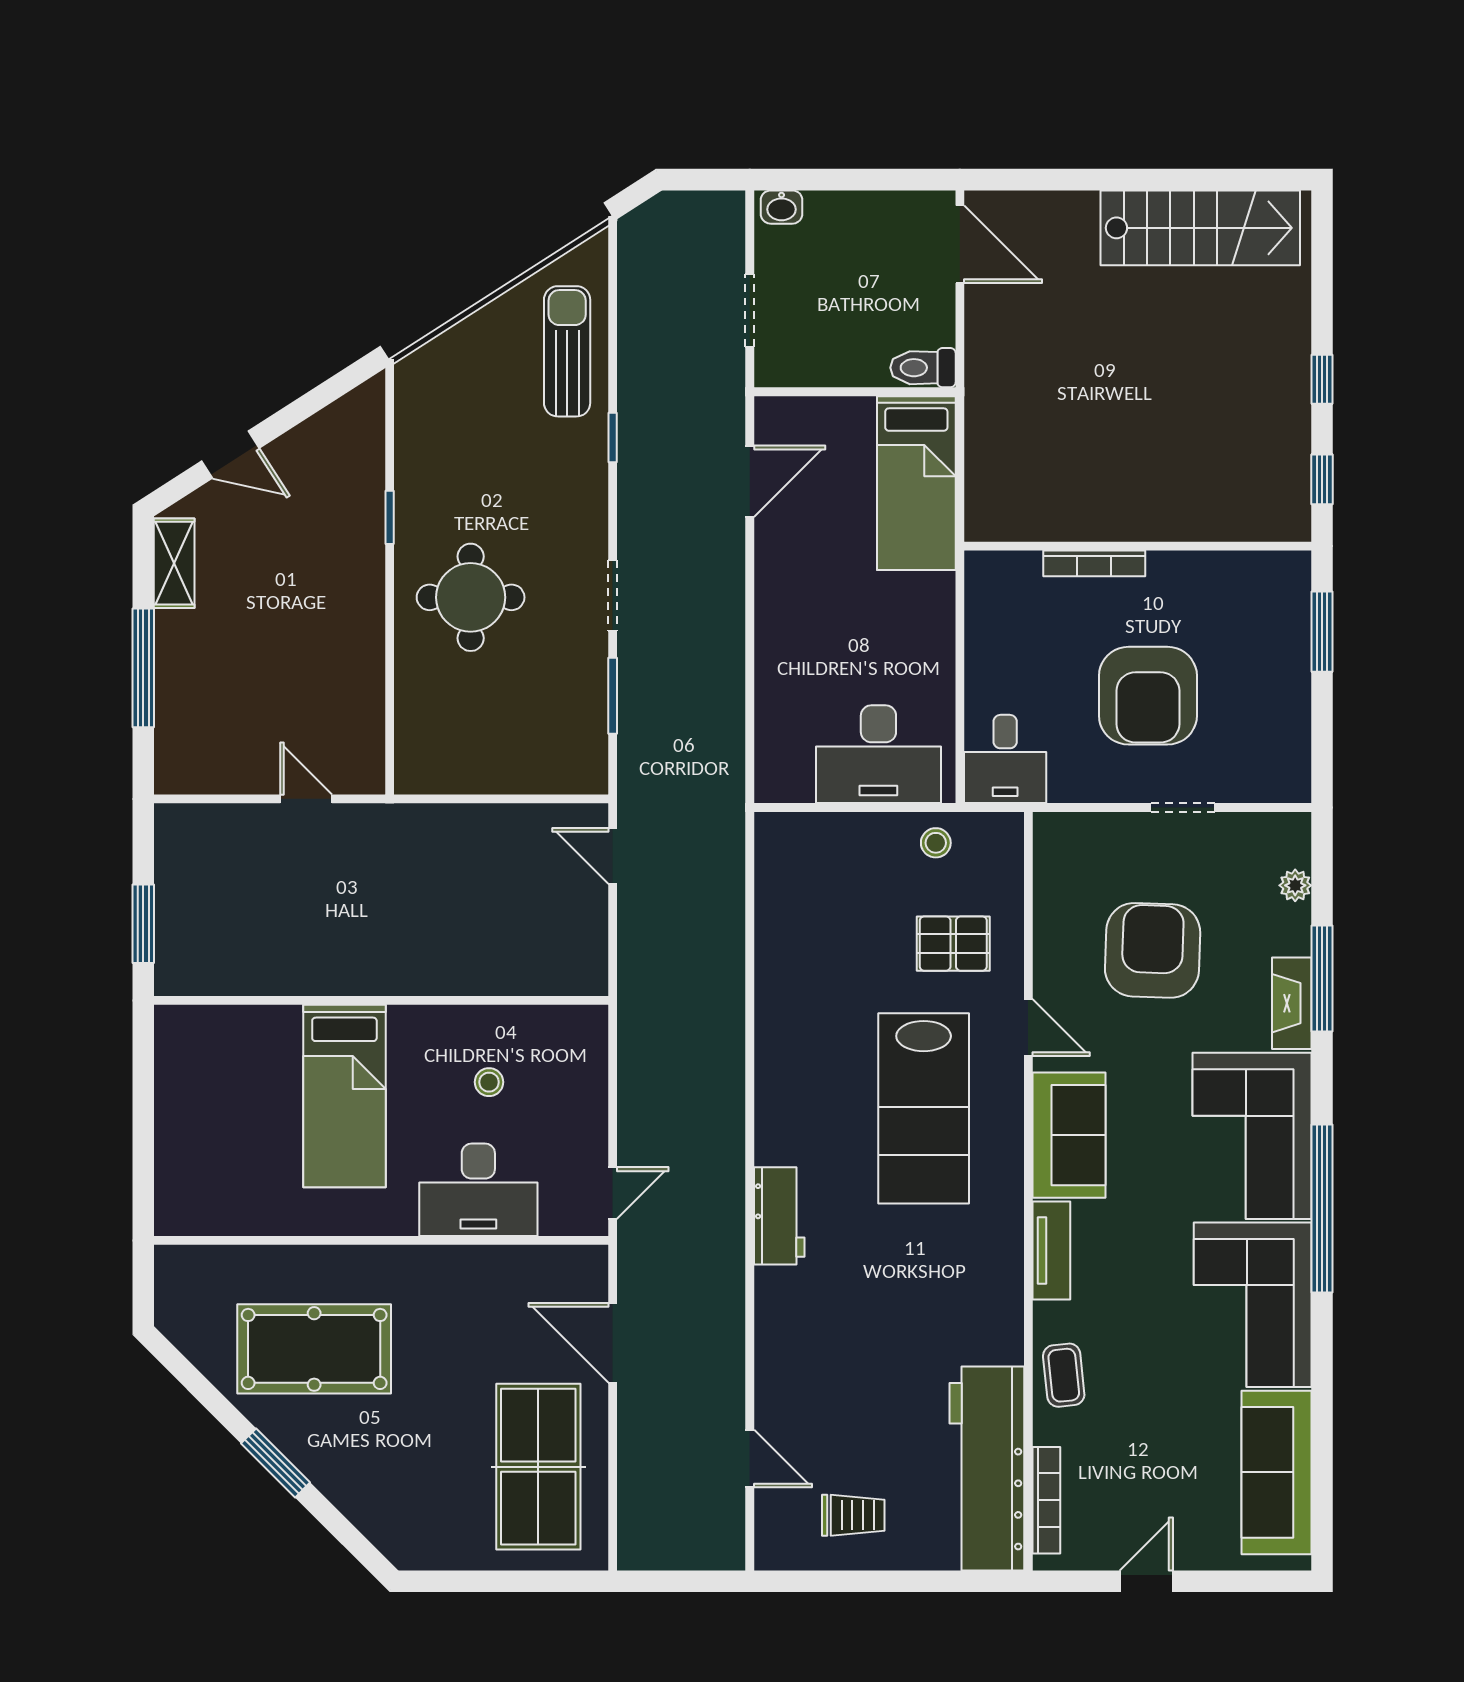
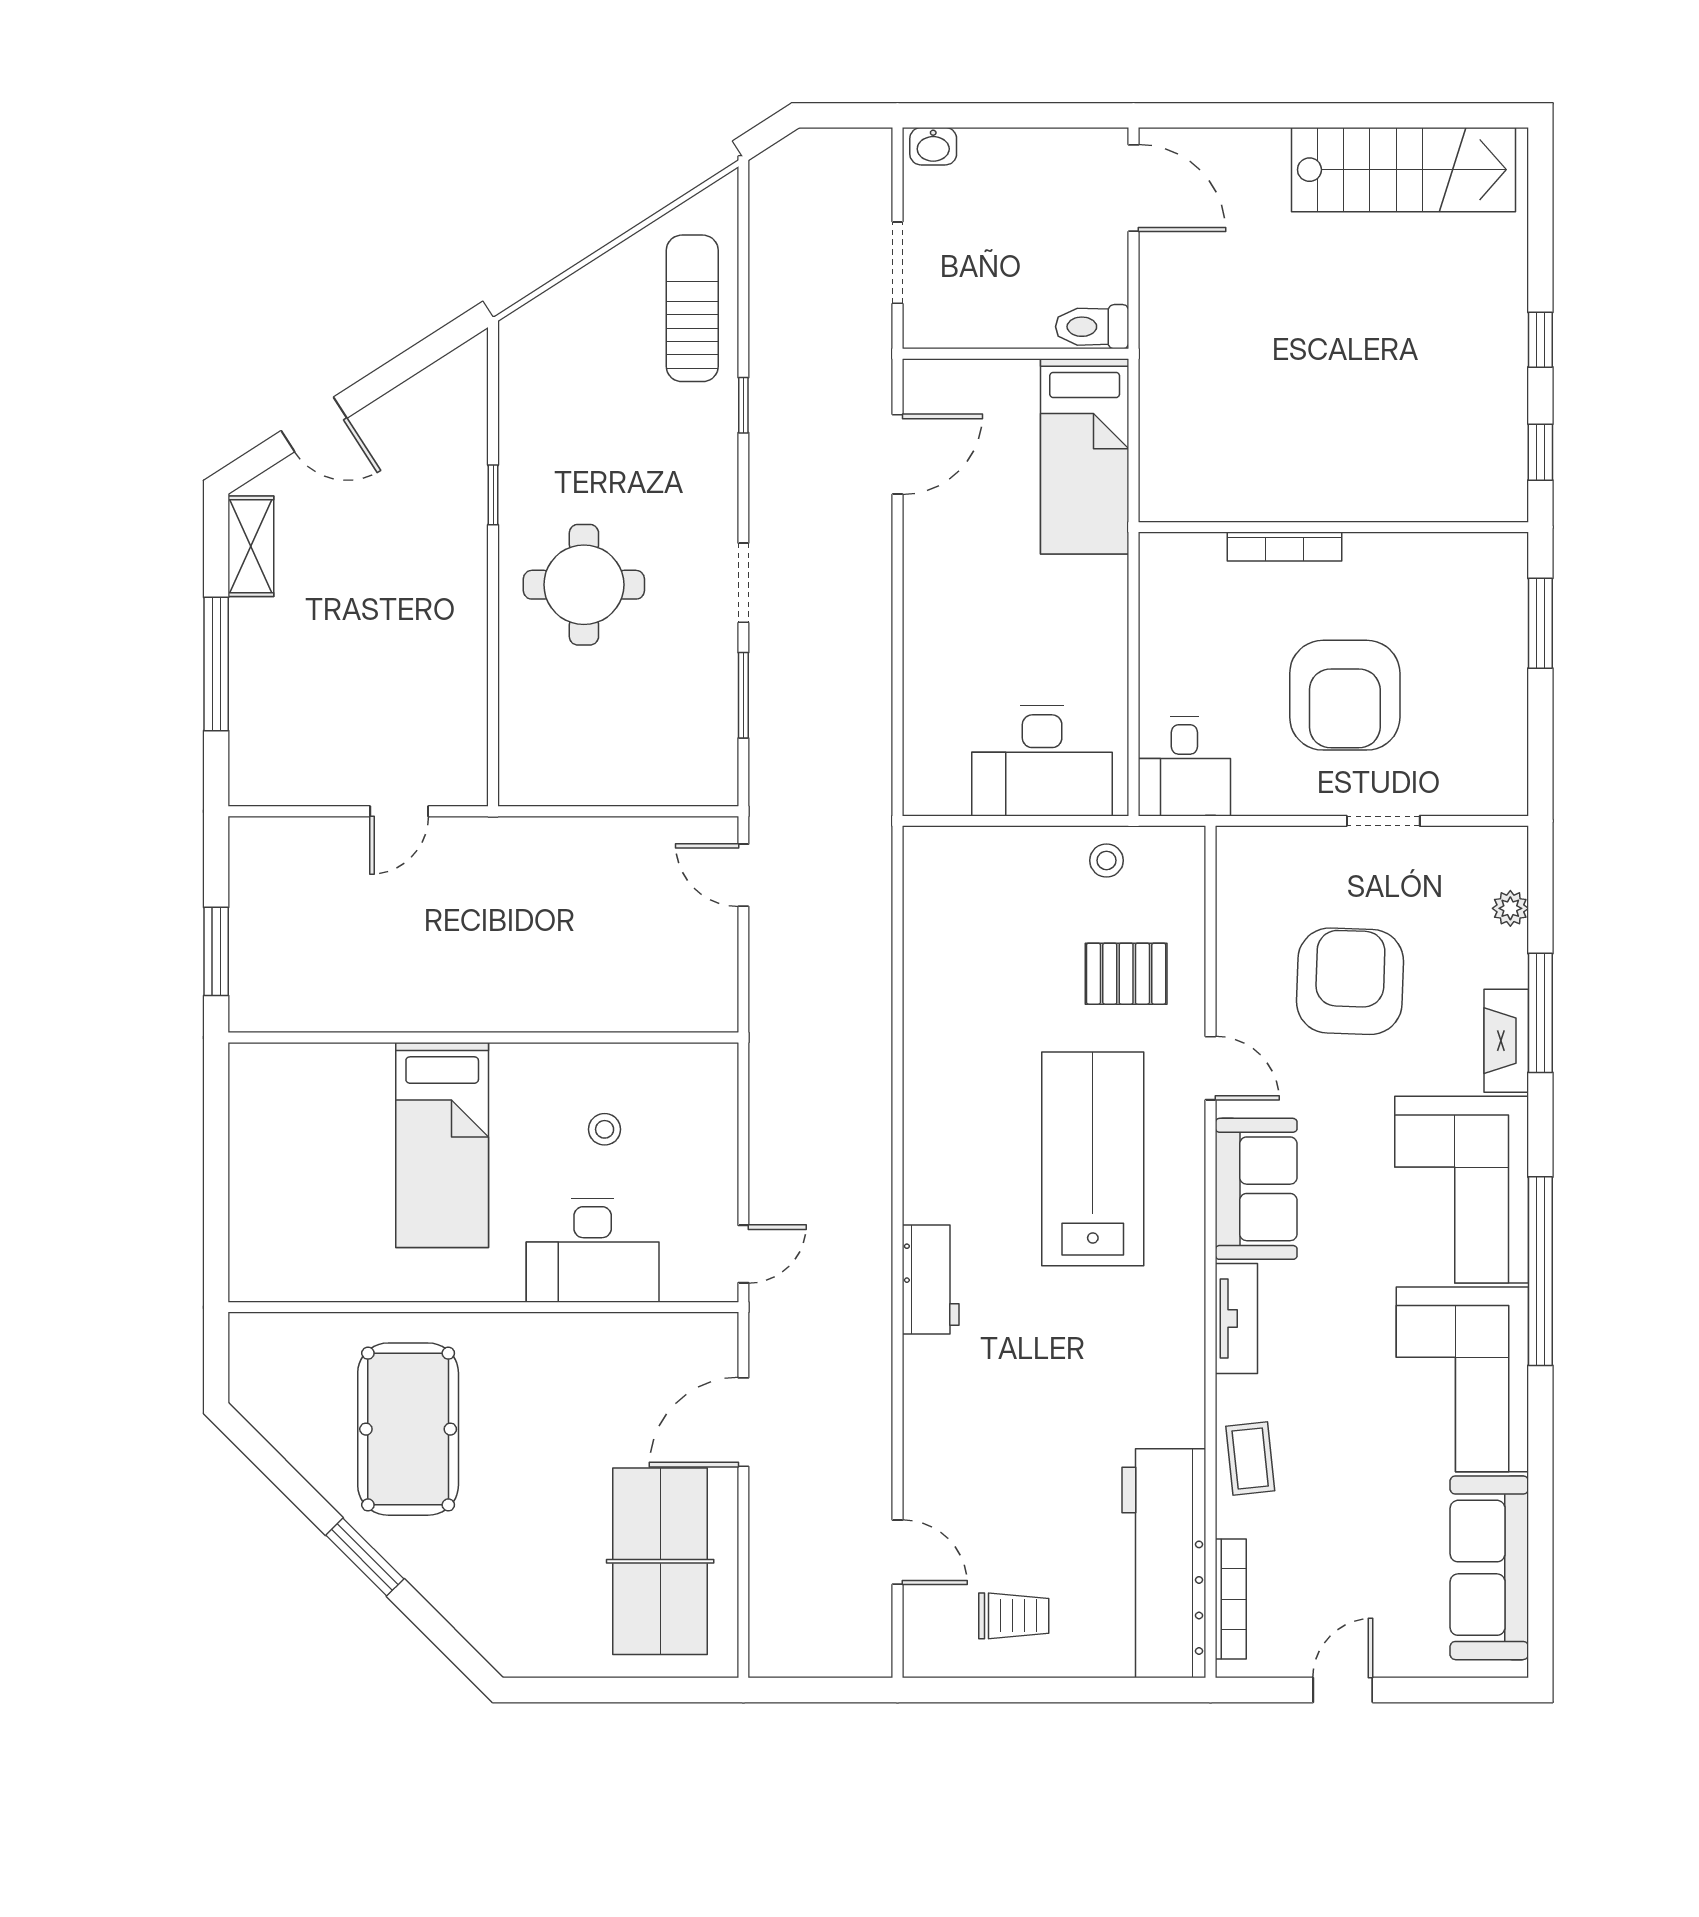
door: (306, 799) -> (399, 811), swing flipped
lab bench: (924, 1108) -> (1093, 1159), turned 180
door: (613, 1343) -> (743, 1422), hinge flipped
pool table: (314, 1349) -> (408, 1429), turned 90

